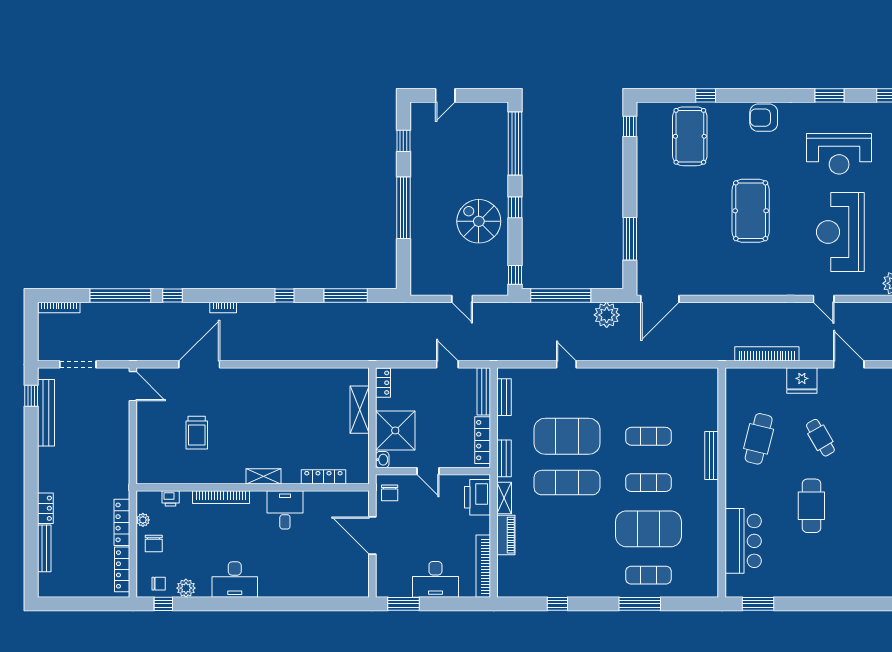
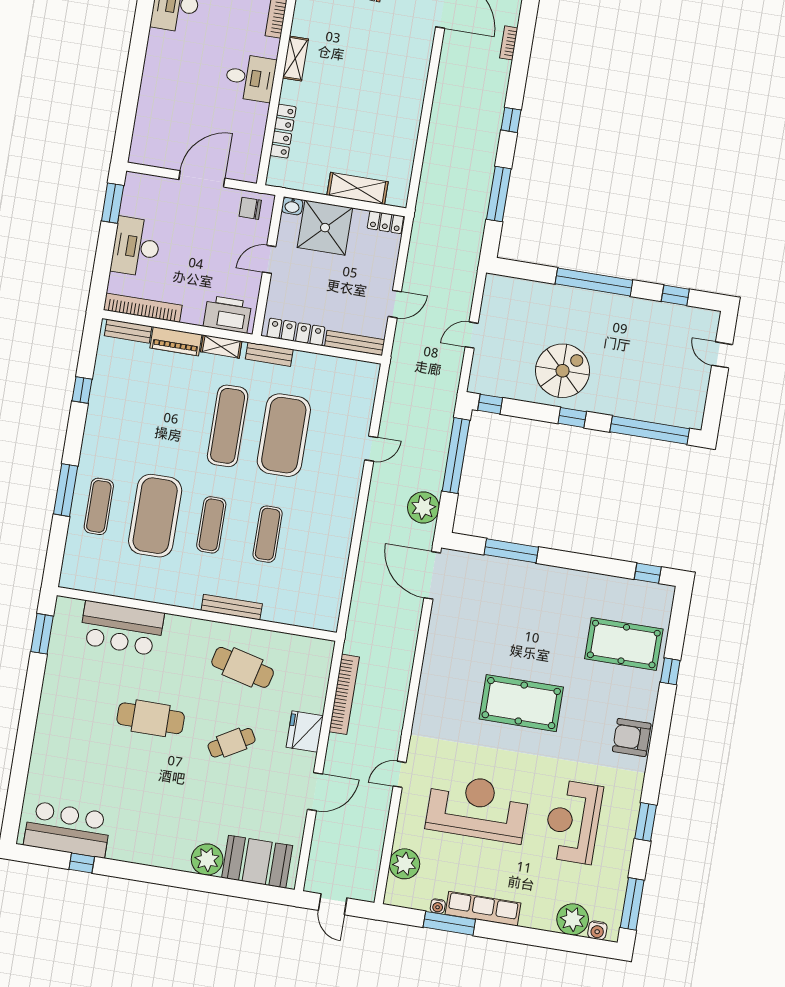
armchair: (764, 118) -> (632, 737), turned -90
bench: (504, 397) -> (128, 331), moved

